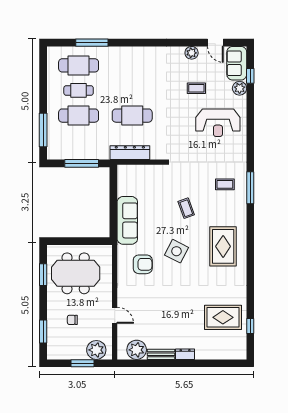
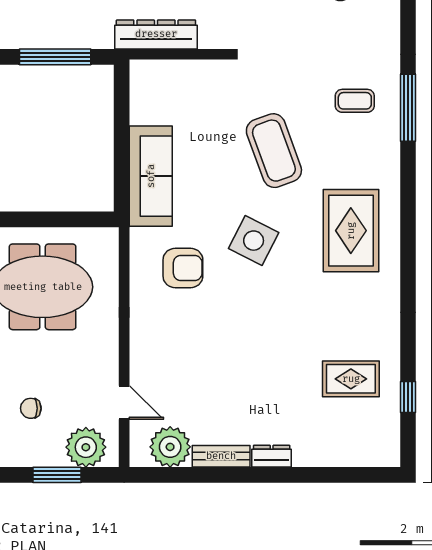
coffee table: (186, 208) -> (274, 151), width x1.86, depth x1.72
door: (115, 315) -> (124, 402), moved
rug: (223, 317) -> (351, 379), width x0.73, depth x0.70
chair: (72, 320) -> (31, 408), moved

